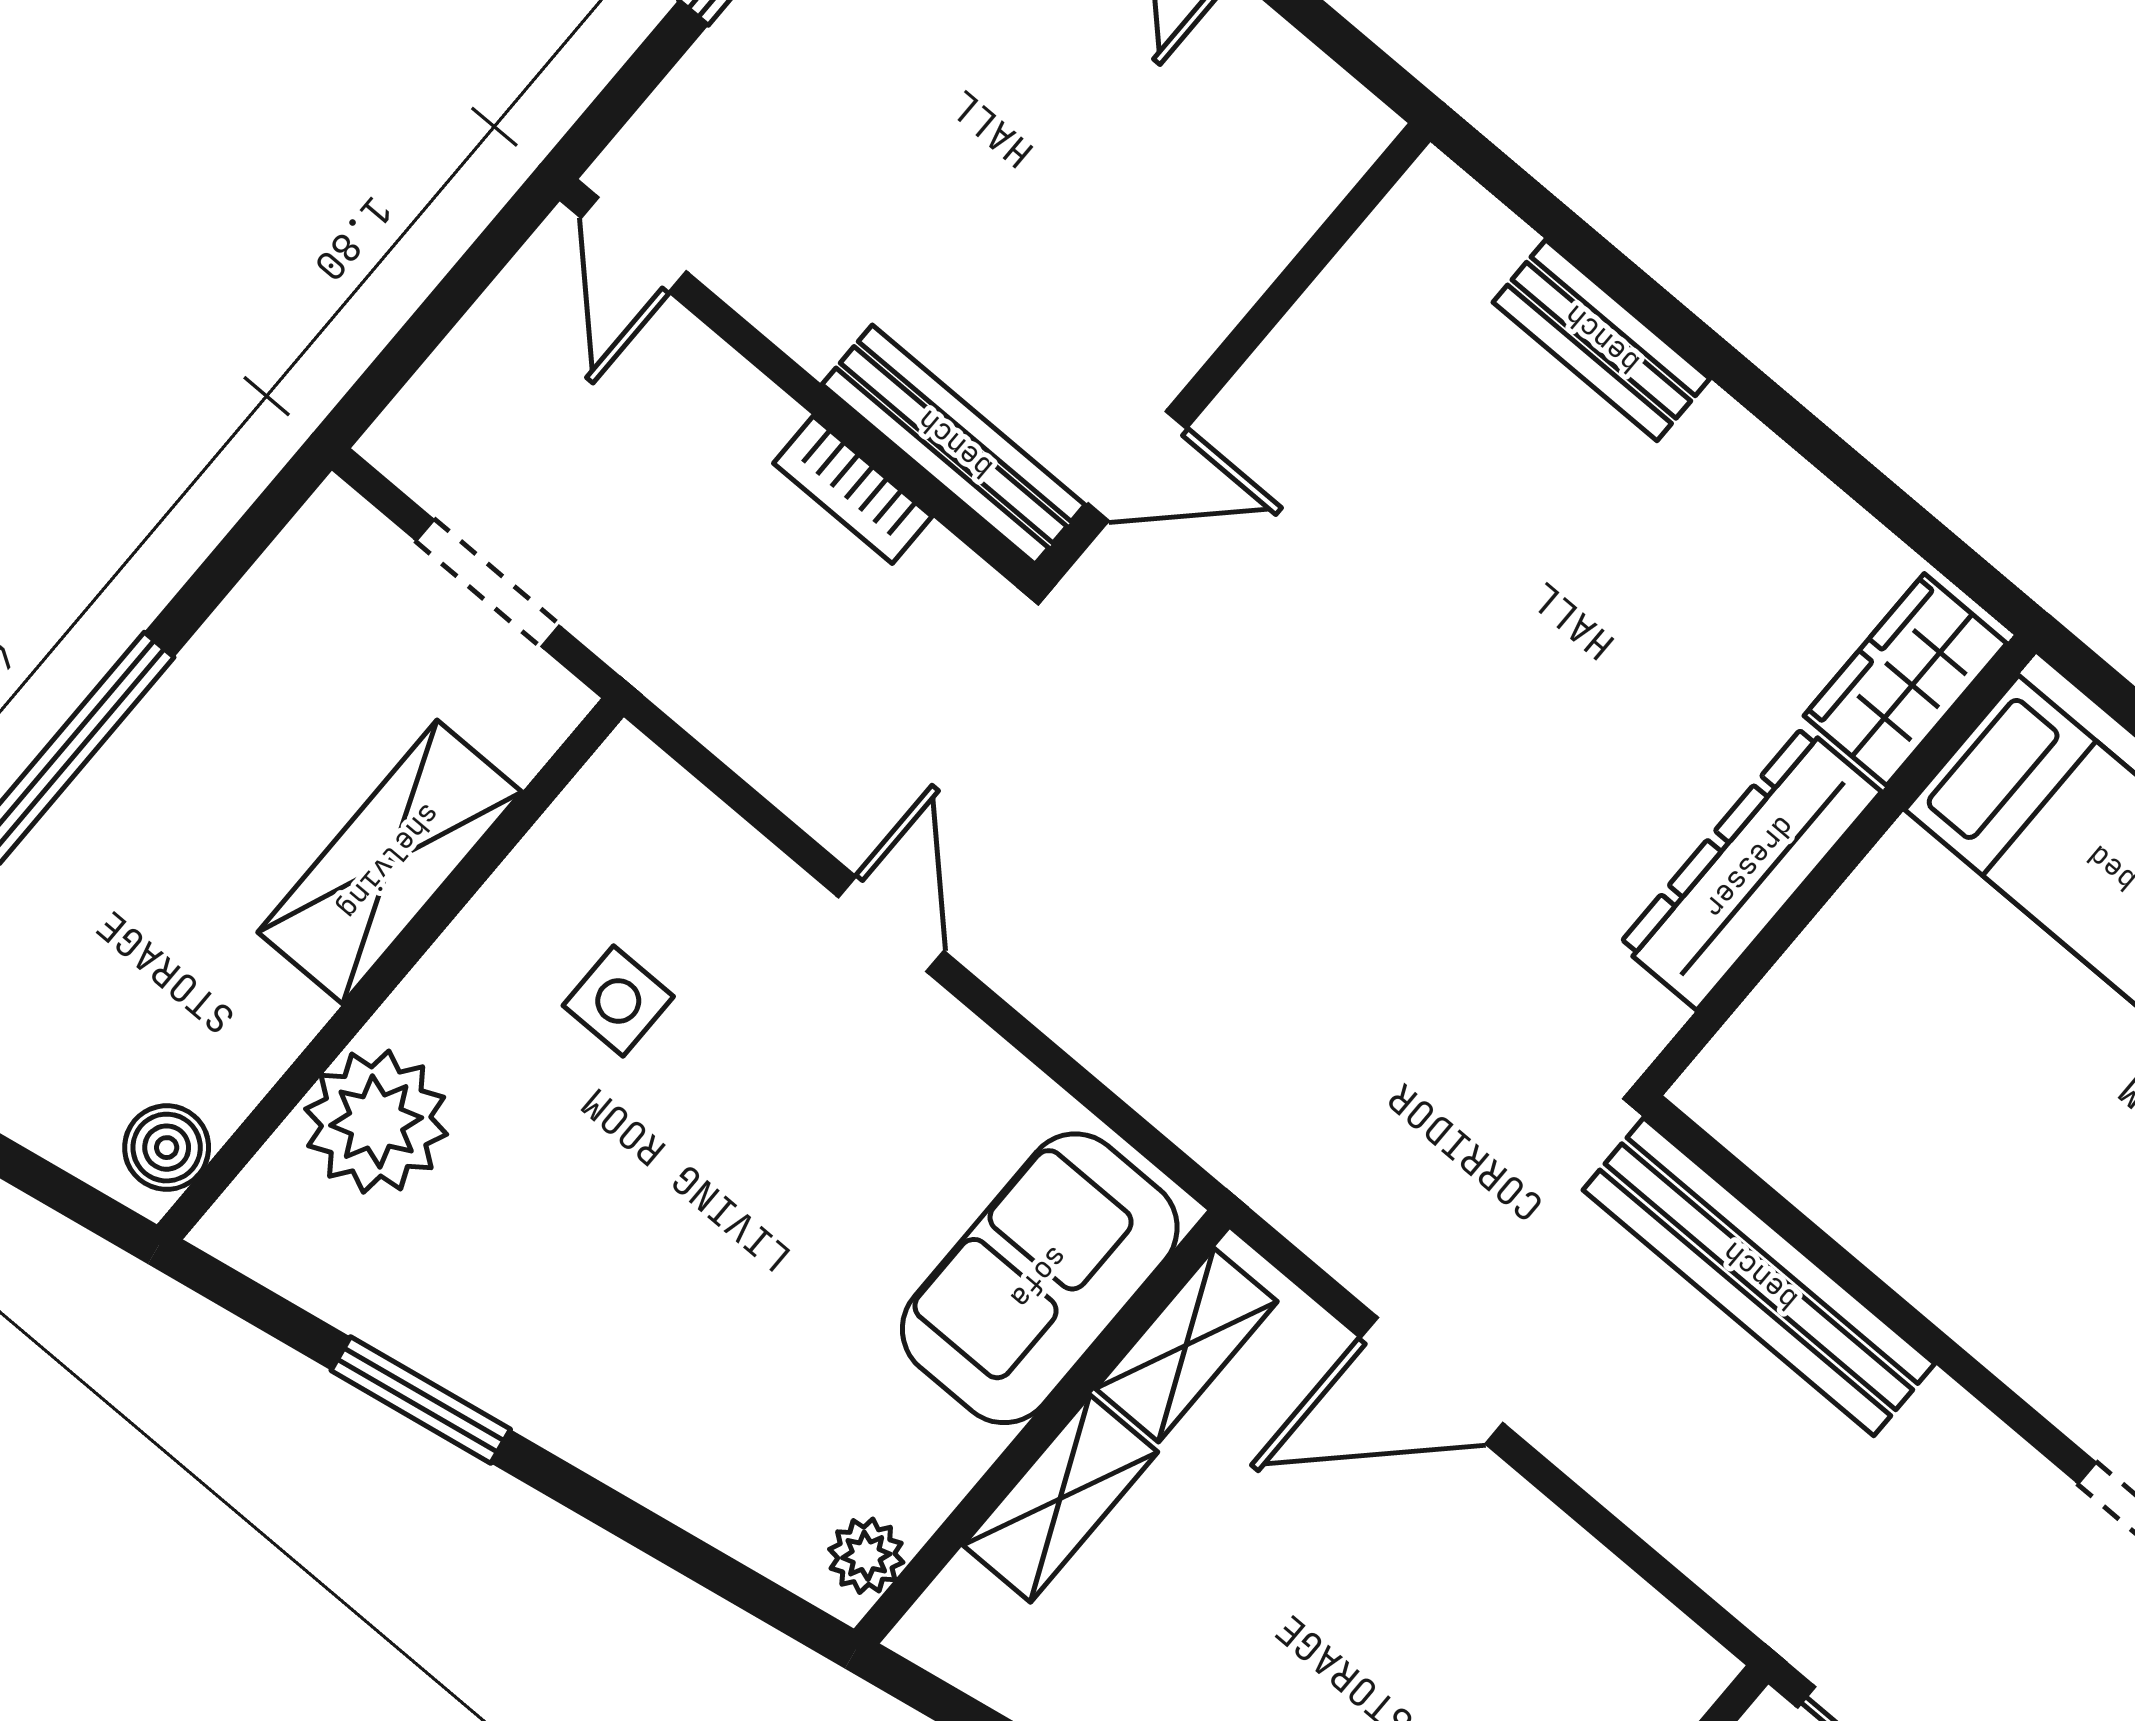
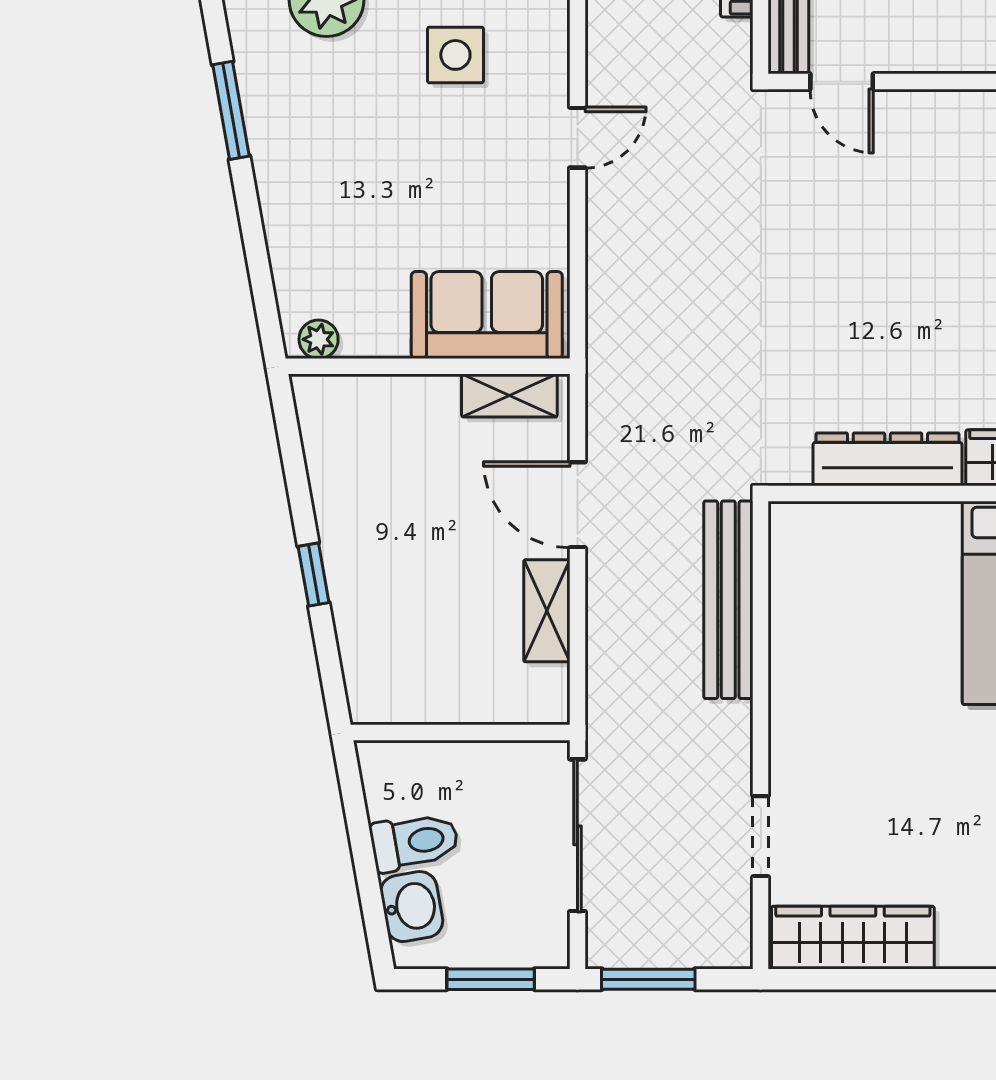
side table: (618, 1001) -> (455, 55), width x1.37, depth x1.37
shelving: (1060, 1498) -> (547, 611), moved, turned 90

